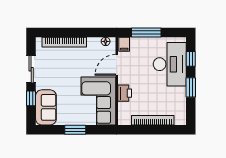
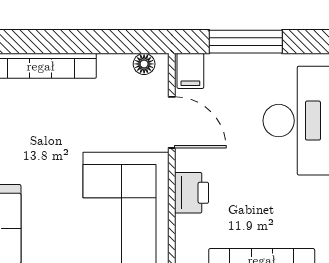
door: (117, 65) -> (172, 122), swing flipped

